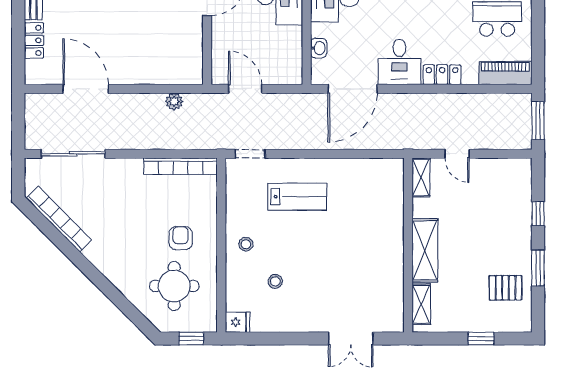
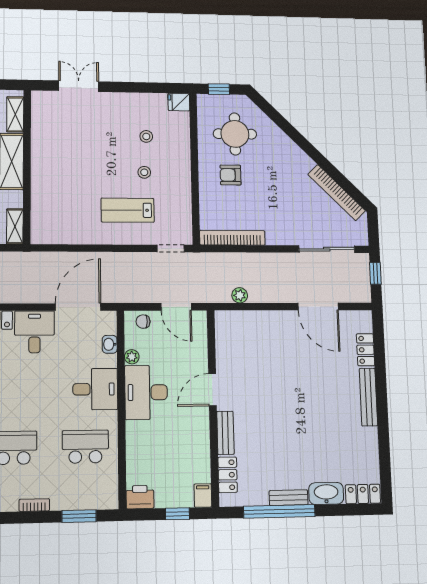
plant: (295, 34) -> (132, 357), added
chair: (282, 73) -> (143, 322), added
window: (18, 126) -> (375, 273), added
armchair: (181, 238) -> (231, 175), turned 90
stool: (246, 244) -> (144, 172), moved

